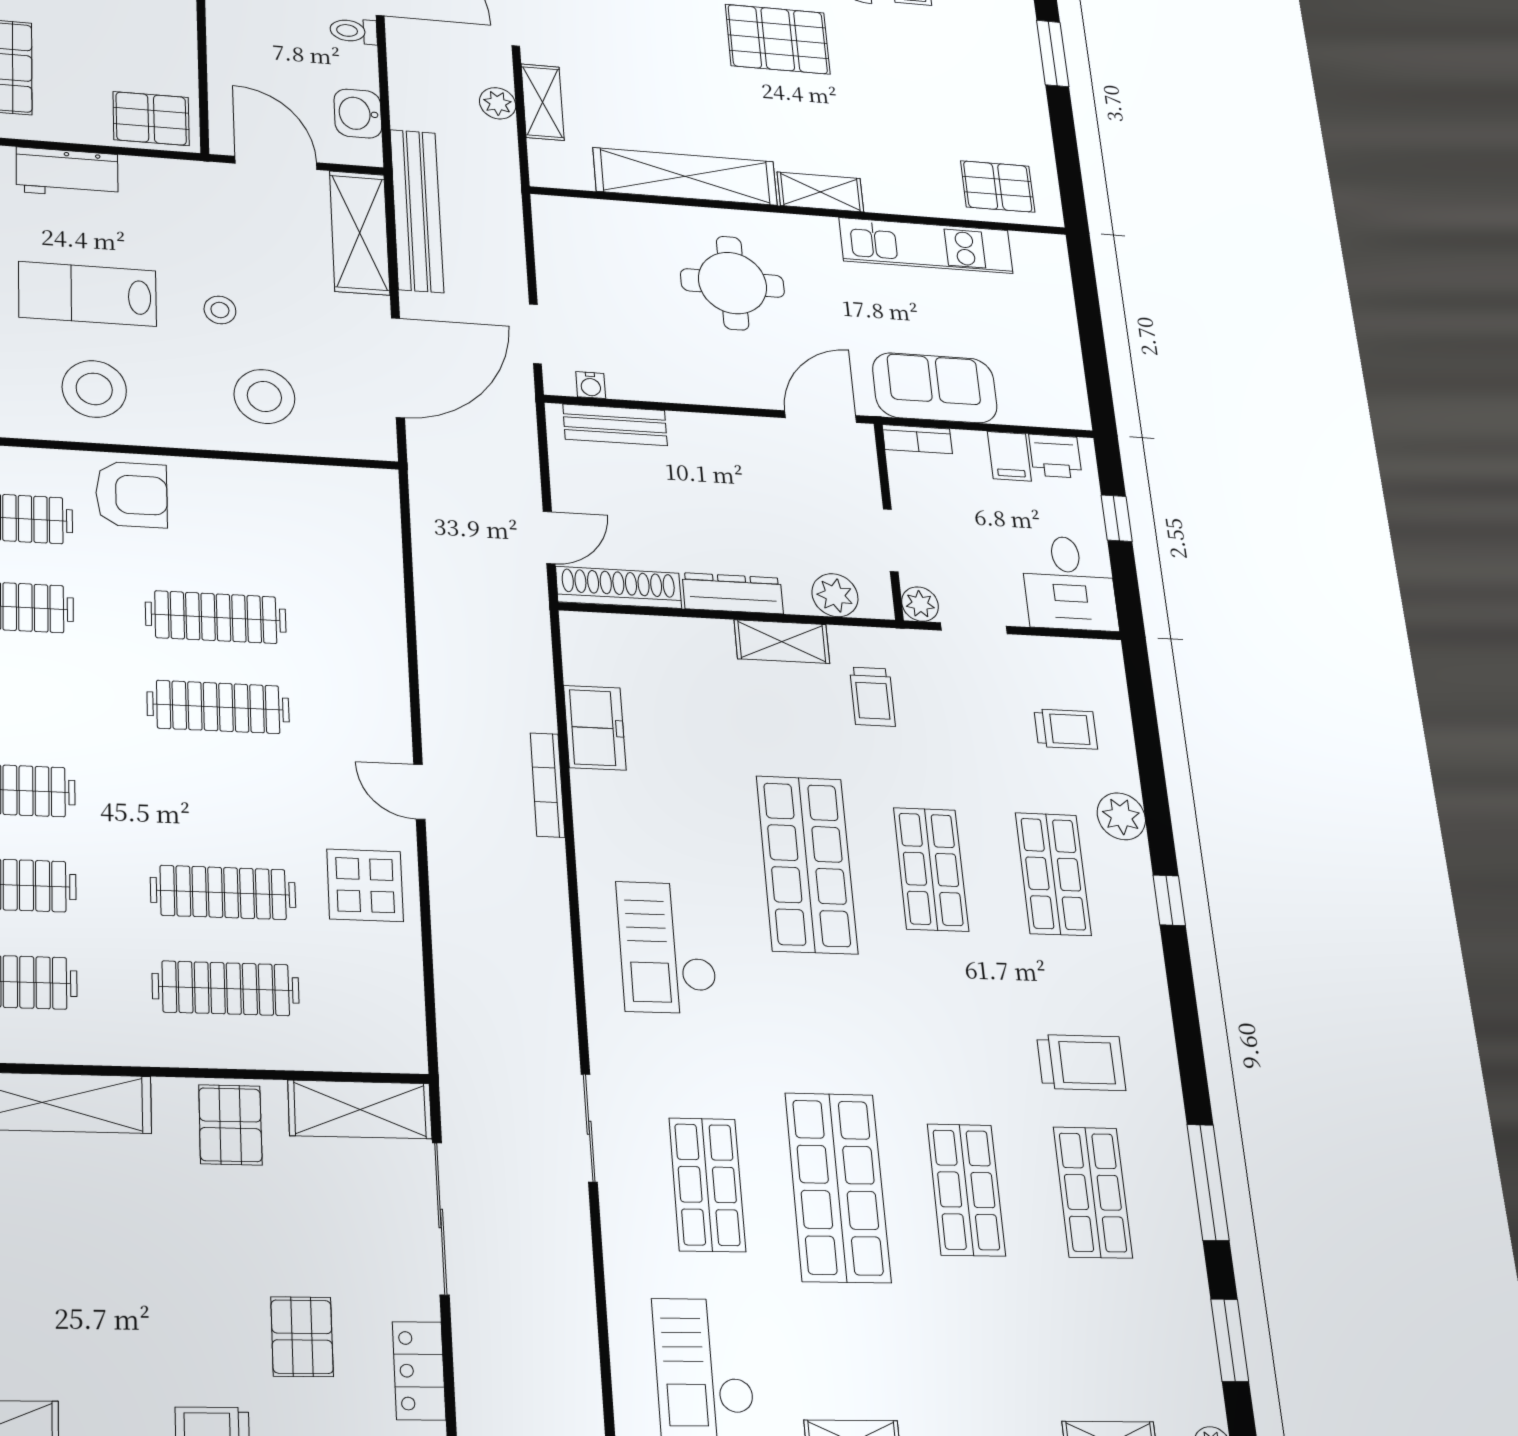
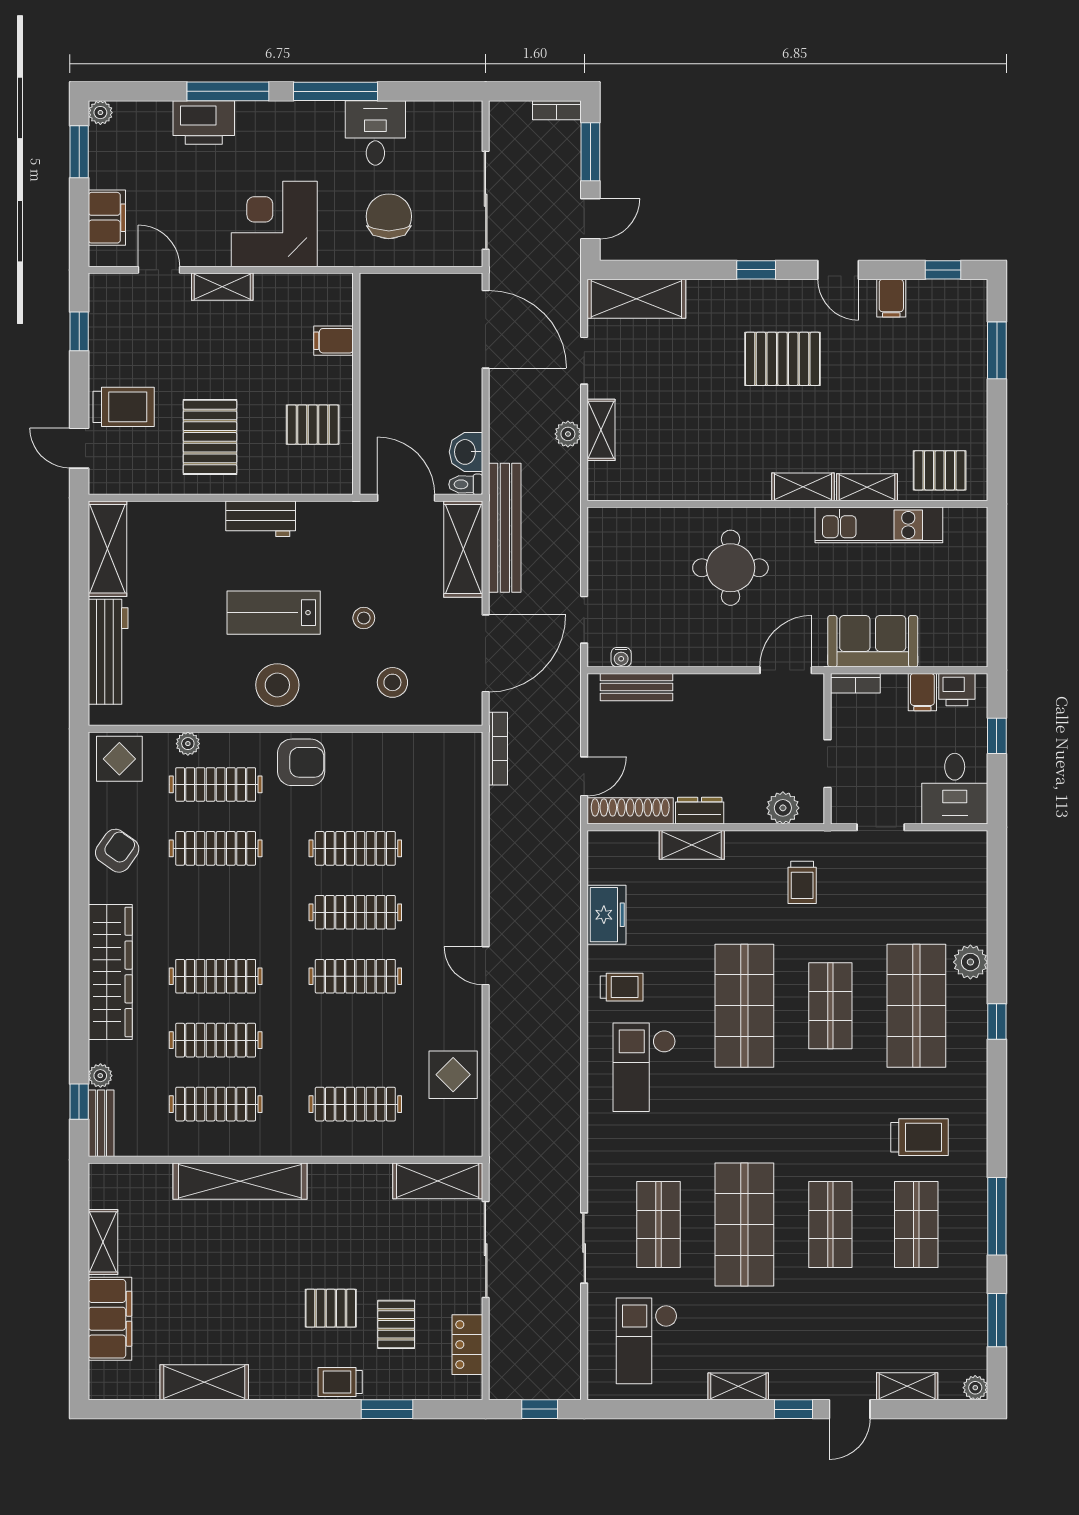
toilet: (354, 31) -> (466, 484), moved
pallet: (151, 119) -> (313, 425), moved
shelving: (685, 176) -> (867, 487), moved, width x0.45, depth x0.75
stool: (264, 396) -> (392, 682), width x0.73, depth x0.73
dresser: (733, 593) -> (700, 811), width x0.70
plant: (920, 604) -> (844, 811), removed
shelving: (782, 642) -> (692, 845), moved
trolley: (1066, 729) -> (622, 987), moved
bookcase: (548, 785) -> (498, 749), moved, turned 180
shop shelf: (1053, 874) -> (916, 1006), width x1.43, depth x1.36
display table: (365, 885) -> (453, 1075), moved
clothes rail: (223, 892) -> (355, 976), moved
pallet: (230, 1125) -> (331, 1308), moved, turned 90
sliding door: (589, 1128) -> (584, 1248), moved

